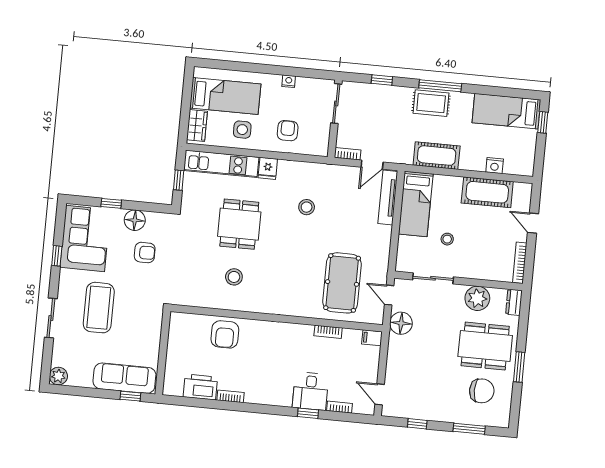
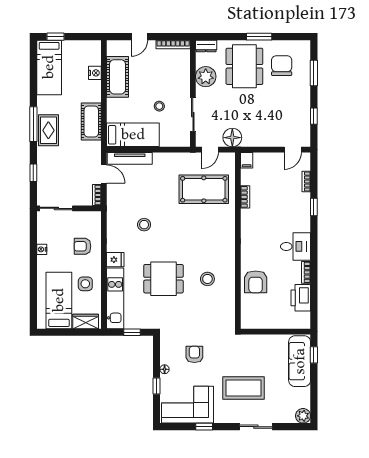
floor lamp: (135, 220) -> (165, 369), width x0.53, depth x0.53
armchair: (225, 334) -> (256, 282), turned 90
desk: (310, 391) -> (296, 246), moved

